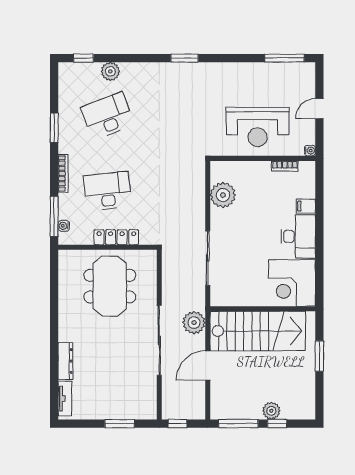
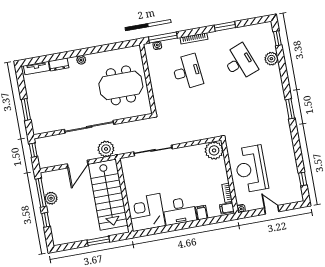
window: (284, 58) -> (303, 179), width x0.46
filing cabinet: (306, 170) -> (227, 208), added
plant: (223, 195) -> (214, 150), moved
locker: (116, 237) -> (156, 84), removed
plant: (65, 335) -> (81, 60), added
dresser: (65, 361) -> (59, 64), width x0.70
door: (208, 366) -> (78, 164), swing flipped
plant: (271, 411) -> (51, 198), moved

